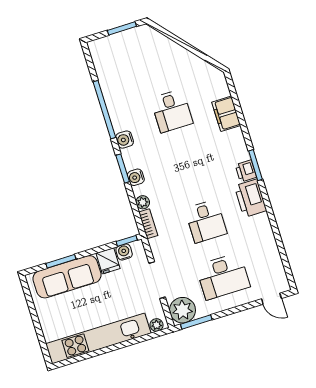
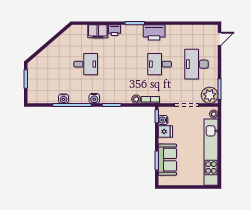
printer: (246, 171) -> (115, 30), moved
water cooler: (136, 177) -> (64, 99), moved
desk: (206, 221) -> (160, 64), turned 180
desk: (223, 276) -> (197, 64), turned 180
sofa: (67, 277) -> (167, 160), width x0.73

